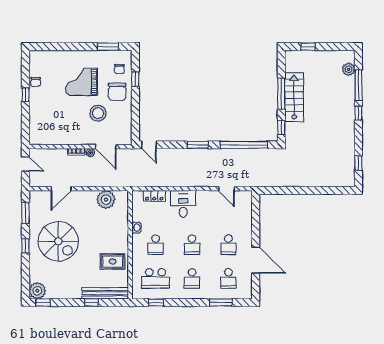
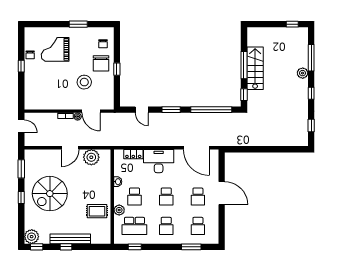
window: (108, 47) -> (78, 24), moved
window: (308, 47) -> (292, 24), moved
plant: (349, 69) -> (303, 73), moved
window: (135, 79) -> (117, 69), moved
grand piano: (81, 82) -> (55, 49), moved
window: (358, 113) -> (311, 93), moved
door: (149, 145) -> (142, 110), moved
door: (61, 189) -> (70, 148), moved
door: (227, 189) -> (196, 148), width x1.87
desk: (183, 204) -> (159, 161), width x1.37
spiral stairs: (58, 241) -> (50, 194), turned 90
plant: (138, 260) -> (119, 210), added
door: (256, 260) -> (222, 193), moved
bench: (105, 293) -> (70, 239), moved
window: (92, 303) -> (66, 247), moved

